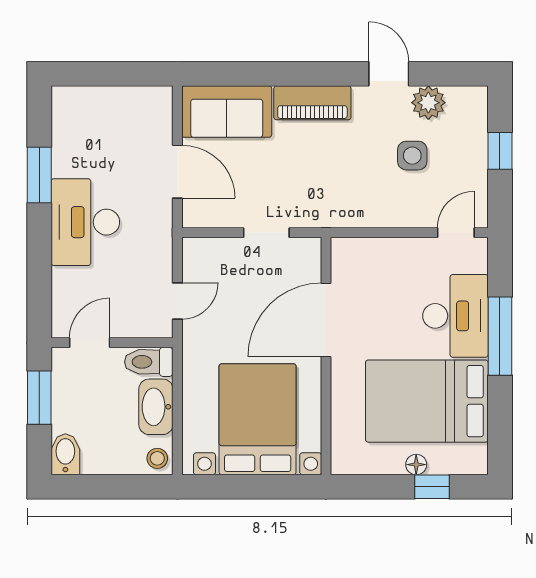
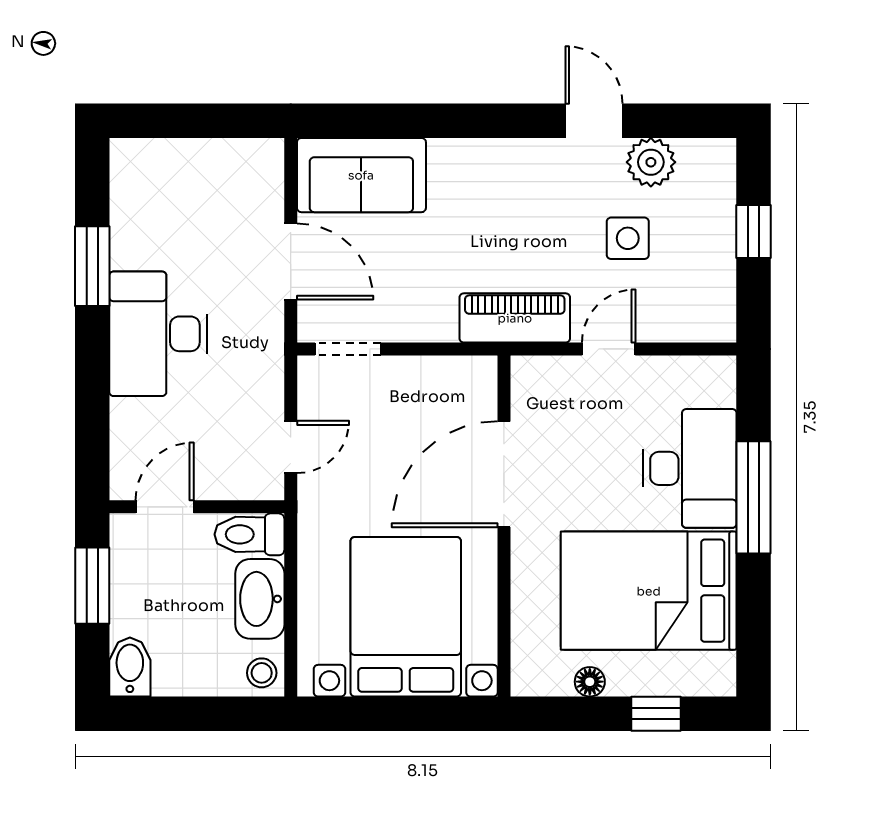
piano: (312, 103) -> (515, 318), moved, turned 180
doorway: (266, 233) -> (348, 349), moved
door: (456, 233) -> (609, 349), moved
floor lamp: (416, 465) -> (590, 682), moved

